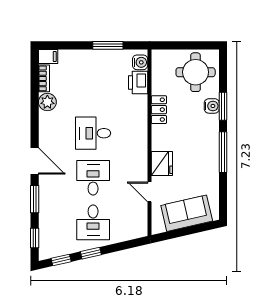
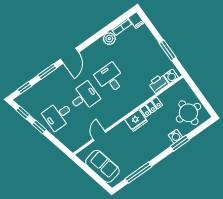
window: (223, 152) -> (138, 173), moved
fridge: (162, 163) -> (136, 120), moved

